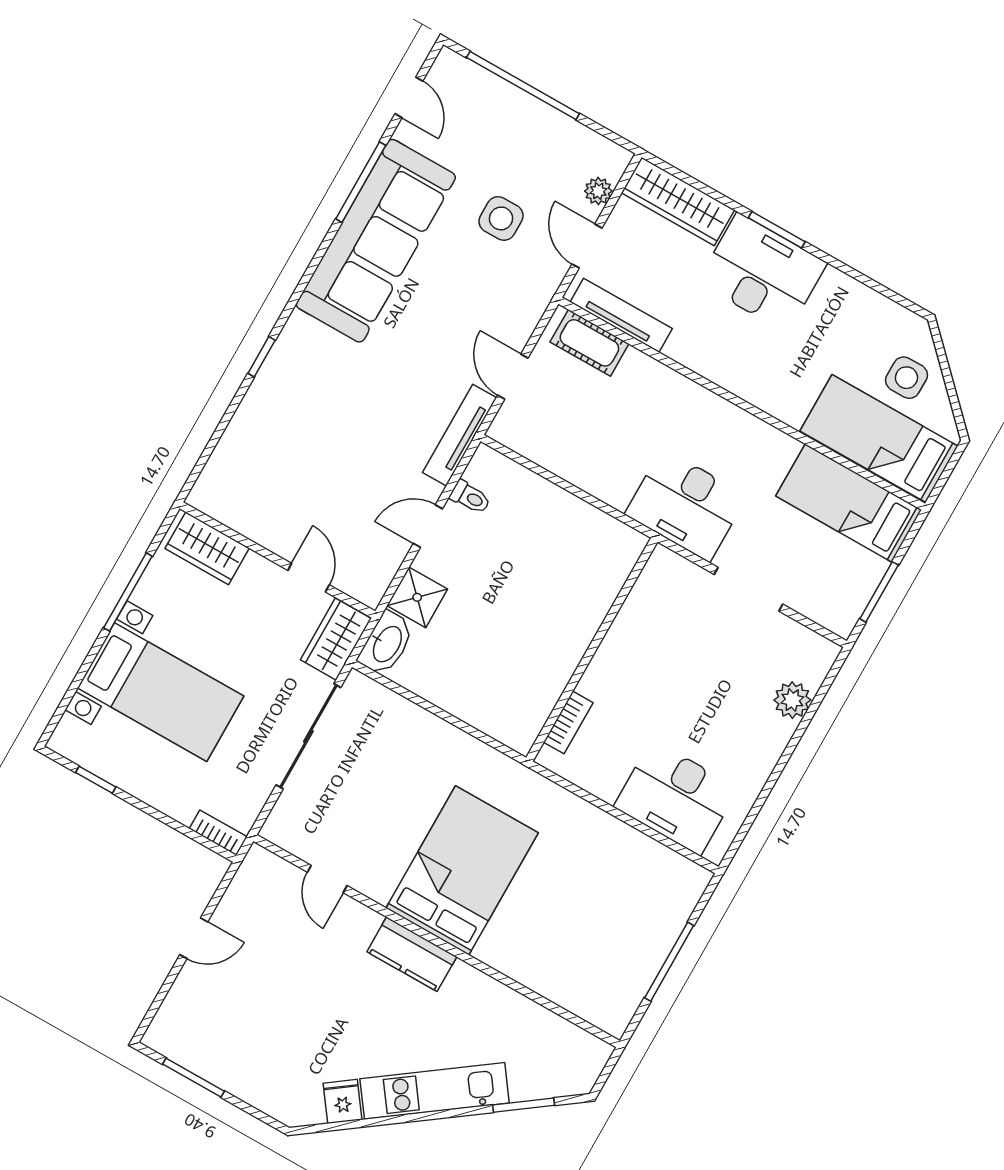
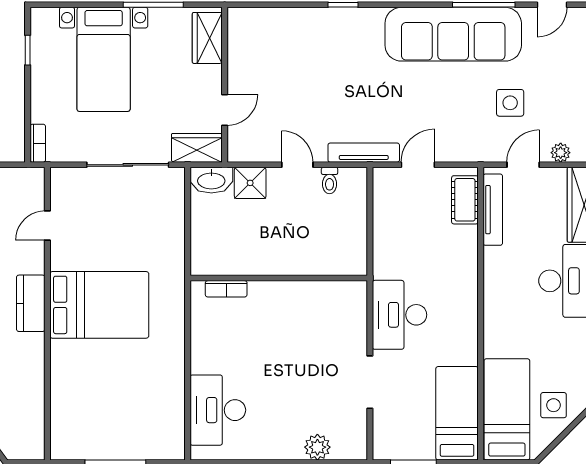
wall: (592, 650) -> (279, 278), moved
bookcase: (568, 722) -> (226, 289), moved

